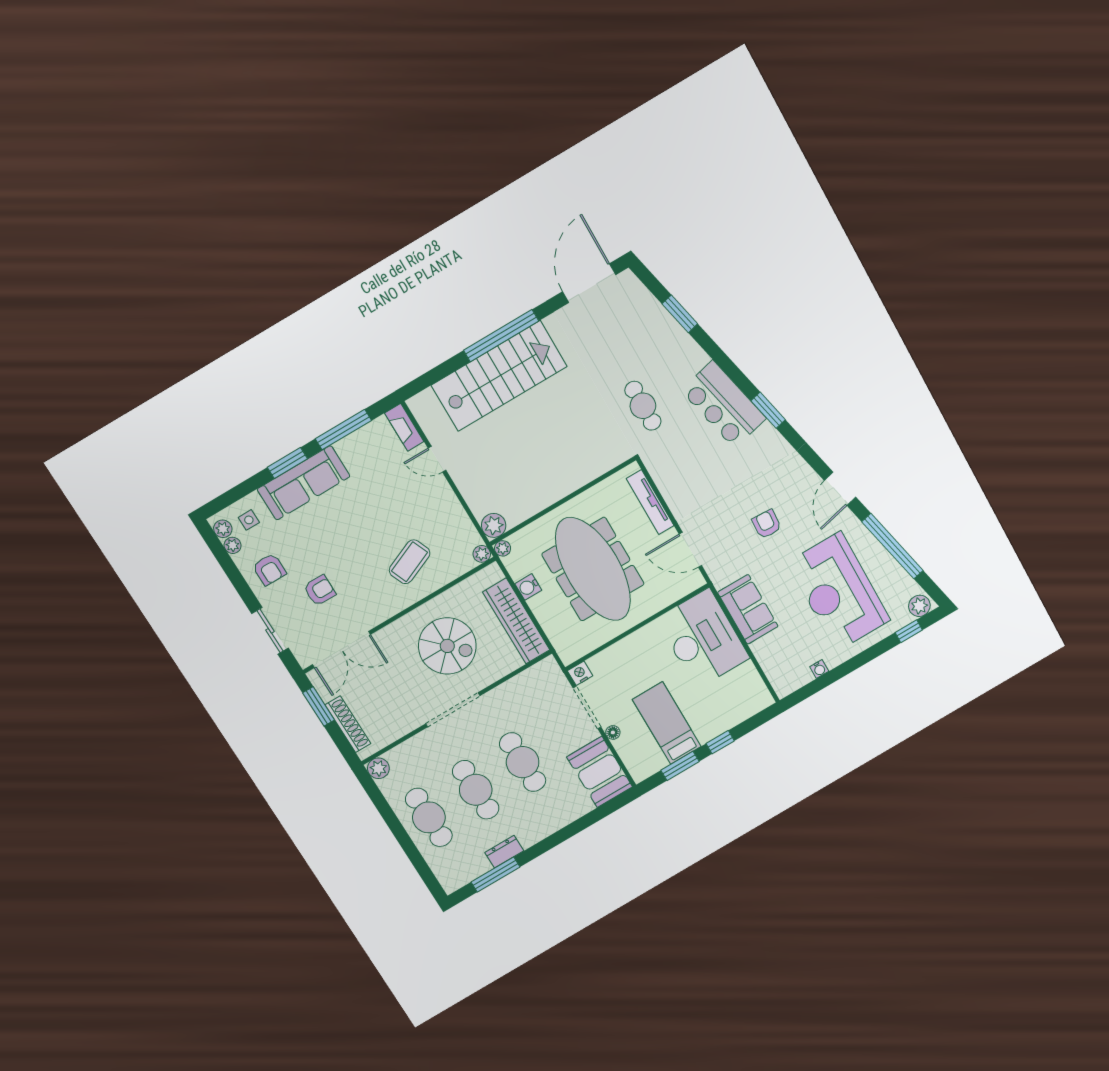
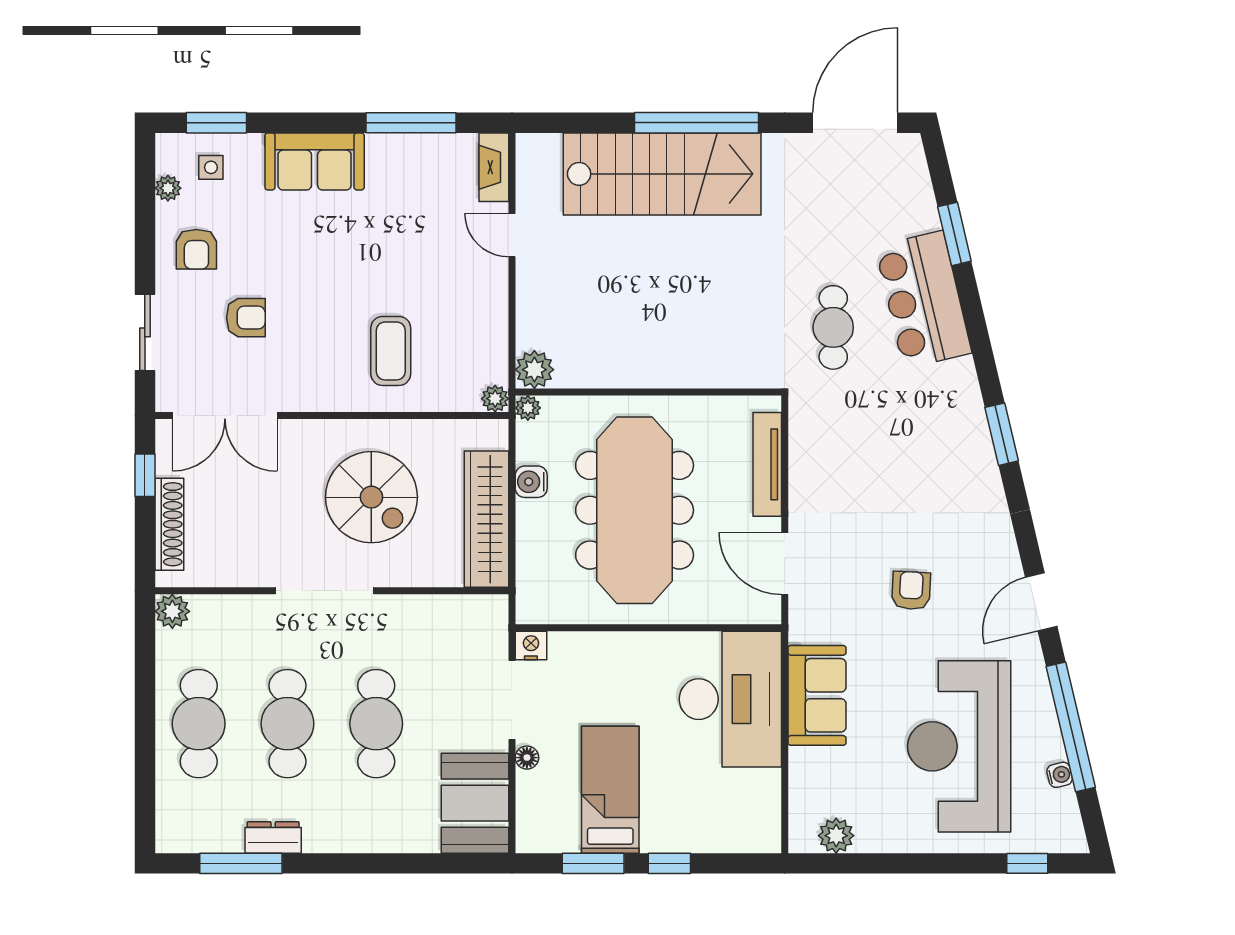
bar counter: (724, 404) -> (923, 300), moved
window: (287, 463) -> (216, 123), moved
sofa: (304, 483) -> (315, 161), width x0.73
plant: (223, 529) -> (169, 159), removed
coffee table: (410, 562) -> (391, 351), turned -67
plant: (919, 606) -> (836, 836), moved
water cooler: (819, 669) -> (1060, 775), moved, turned -103
window: (319, 706) -> (145, 475), width x0.67

